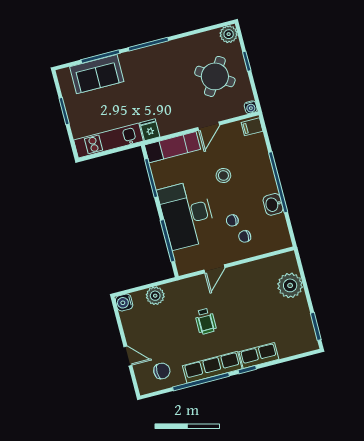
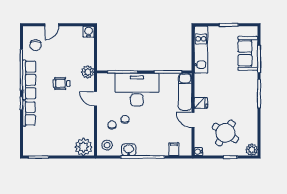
filing cabinet: (252, 127) -> (174, 149), moved
fridge: (150, 130) -> (201, 103), moved
stool: (223, 176) -> (107, 145), moved
plant: (290, 285) -> (83, 147), moved
plant: (155, 296) -> (88, 72), moved

